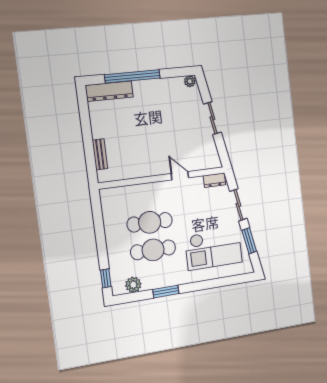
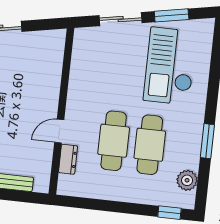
door: (180, 176) -> (59, 131), moved
dresser: (214, 180) -> (68, 159), moved
checkout: (213, 249) -> (170, 66), turned 180

